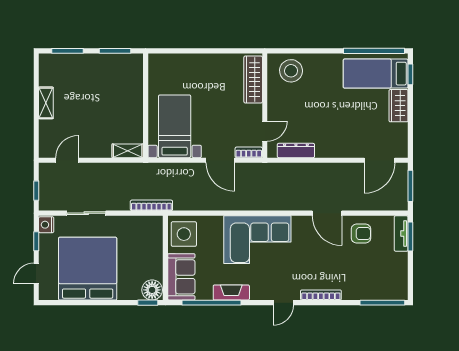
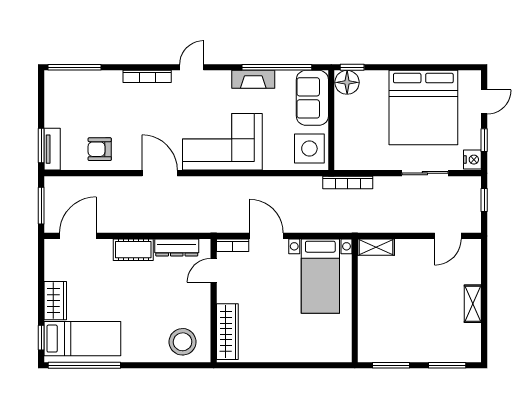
cot: (333, 149) -> (133, 250), added
door: (327, 213) -> (160, 173), moved

